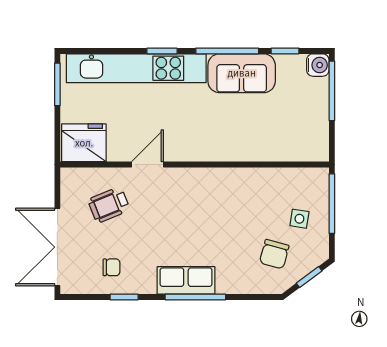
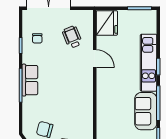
kitchen unit: (136, 68) -> (149, 63), width x0.73

